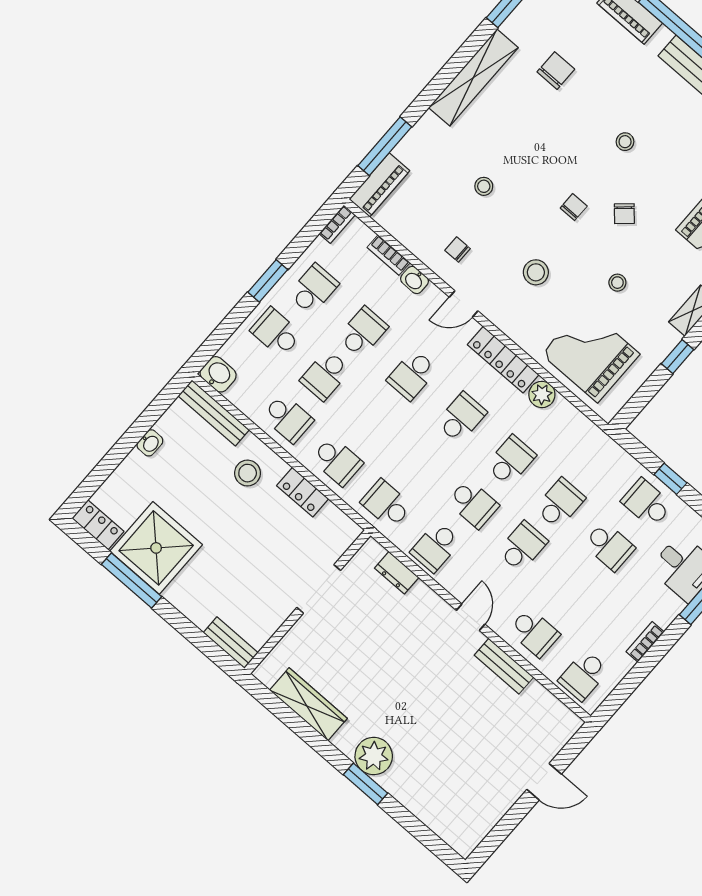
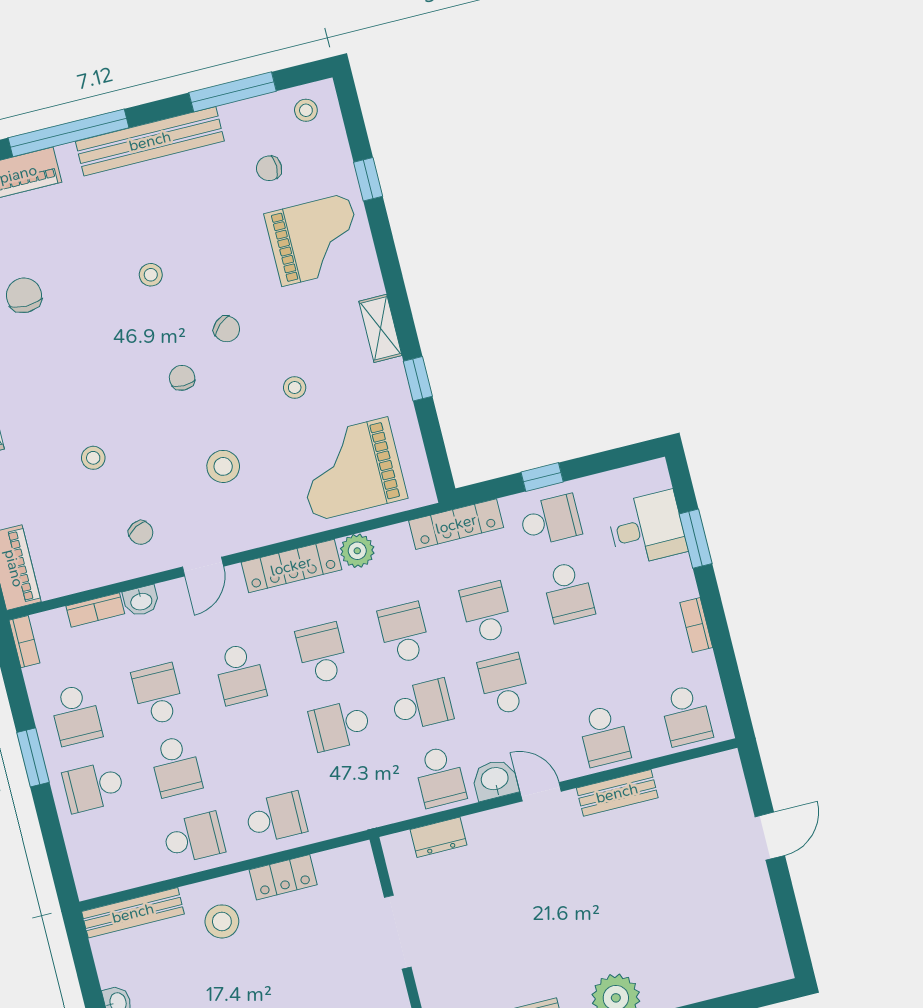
chair: (458, 249) -> (141, 533), turned -118
school desk: (314, 289) -> (76, 715), turned 180
washbasin: (218, 374) -> (495, 780), moved
locker: (603, 445) -> (456, 524), added
school desk: (647, 503) -> (550, 520), turned 180
school desk: (386, 504) -> (340, 725), moved
school desk: (609, 546) -> (568, 592), turned 90
school desk: (534, 633) -> (604, 736), turned 90

